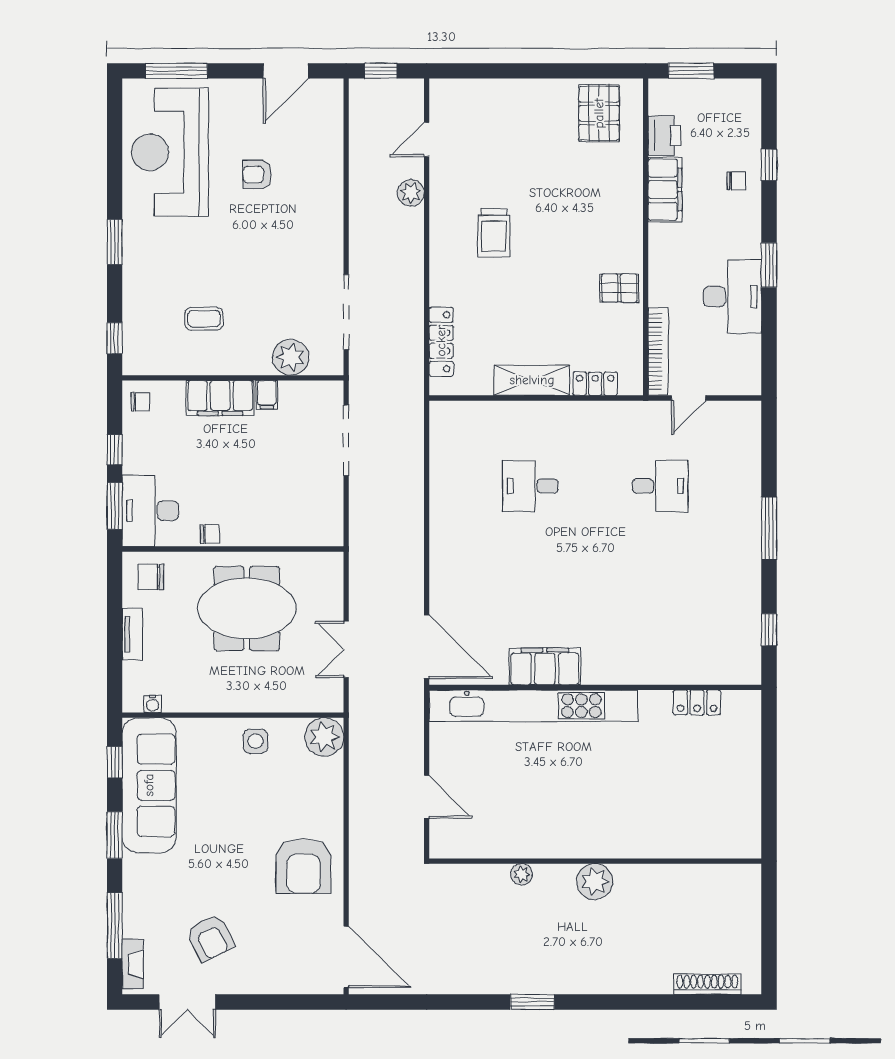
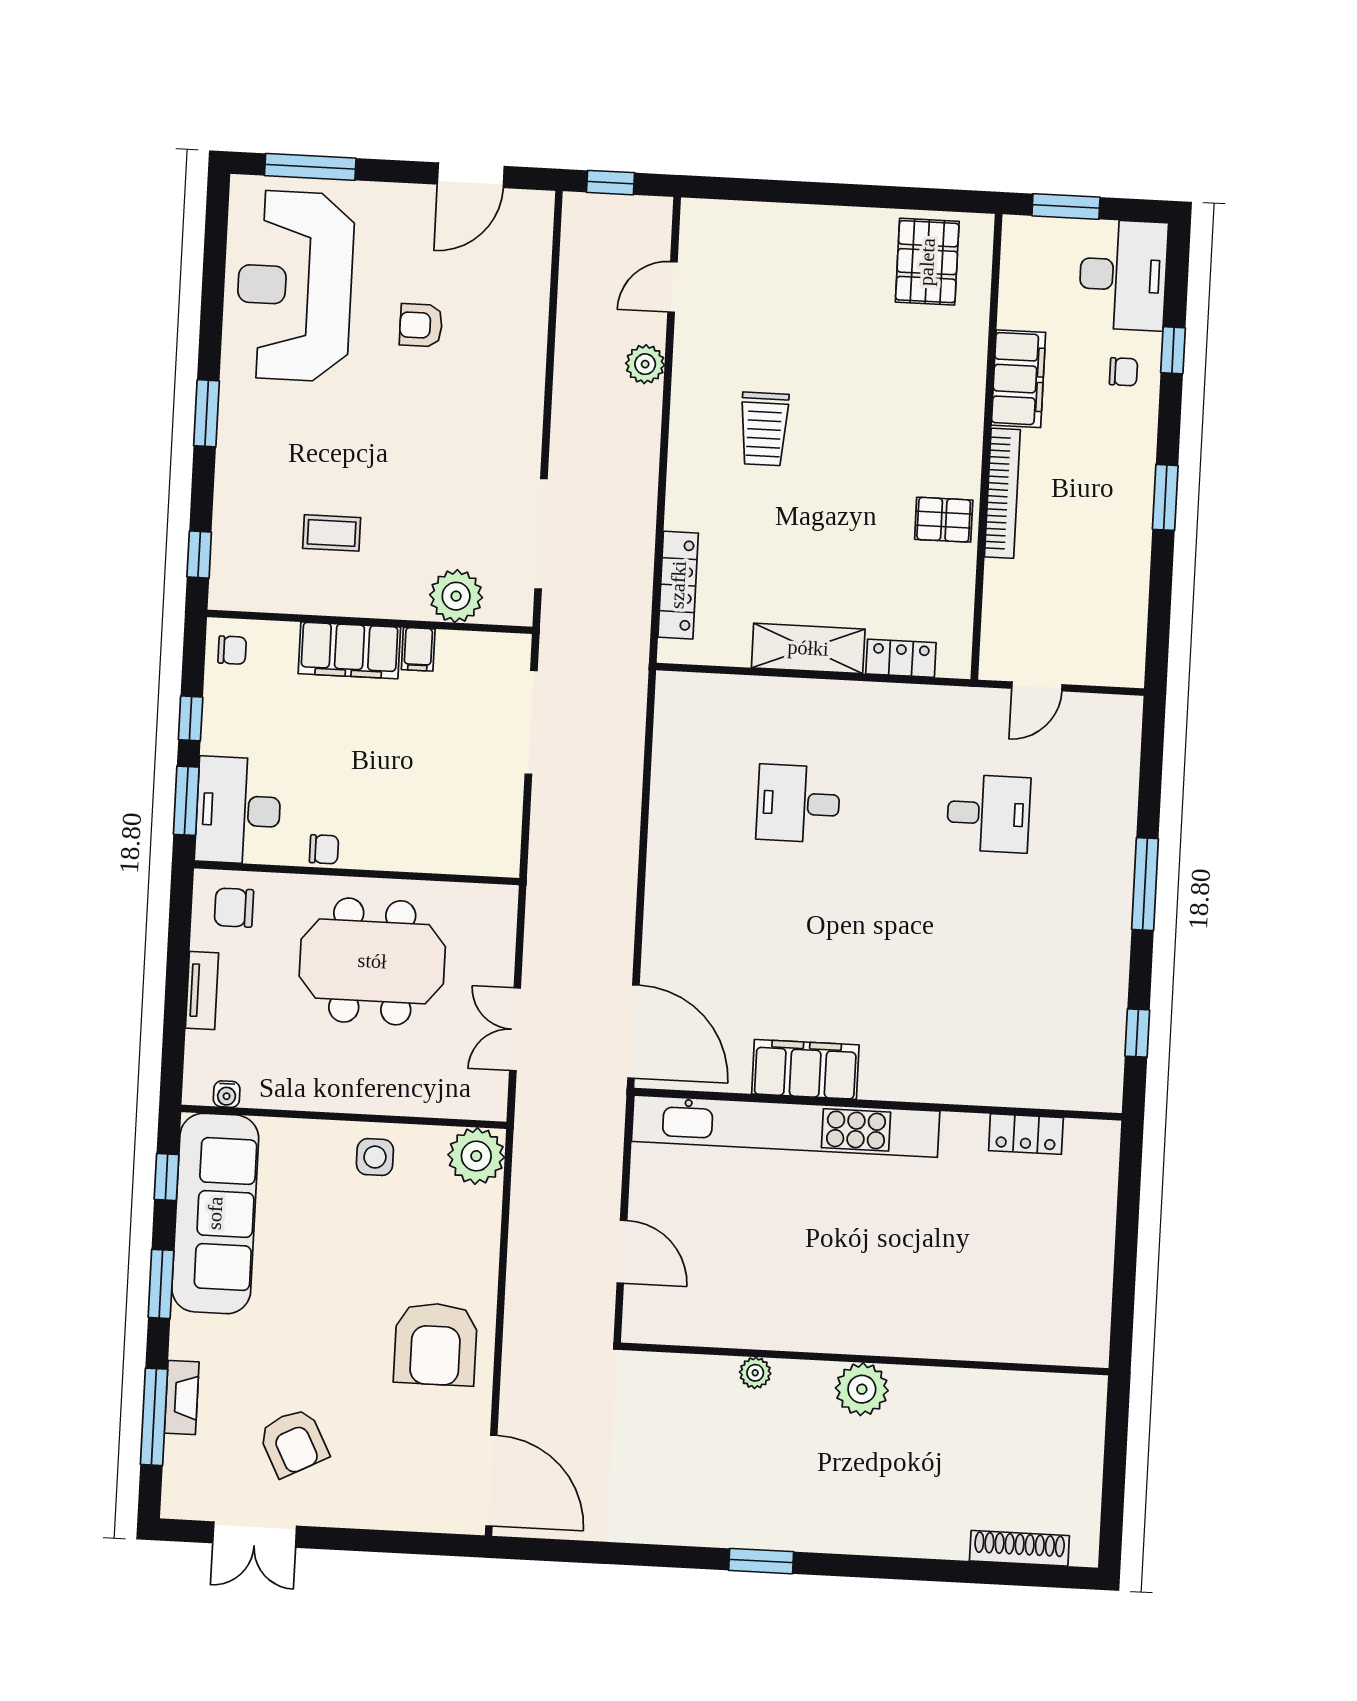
printer: (664, 136) -> (1022, 299), removed
desk: (732, 297) -> (1123, 275), moved
bookcase: (658, 352) -> (1002, 493), moved
fireplace: (133, 964) -> (182, 1398), moved

